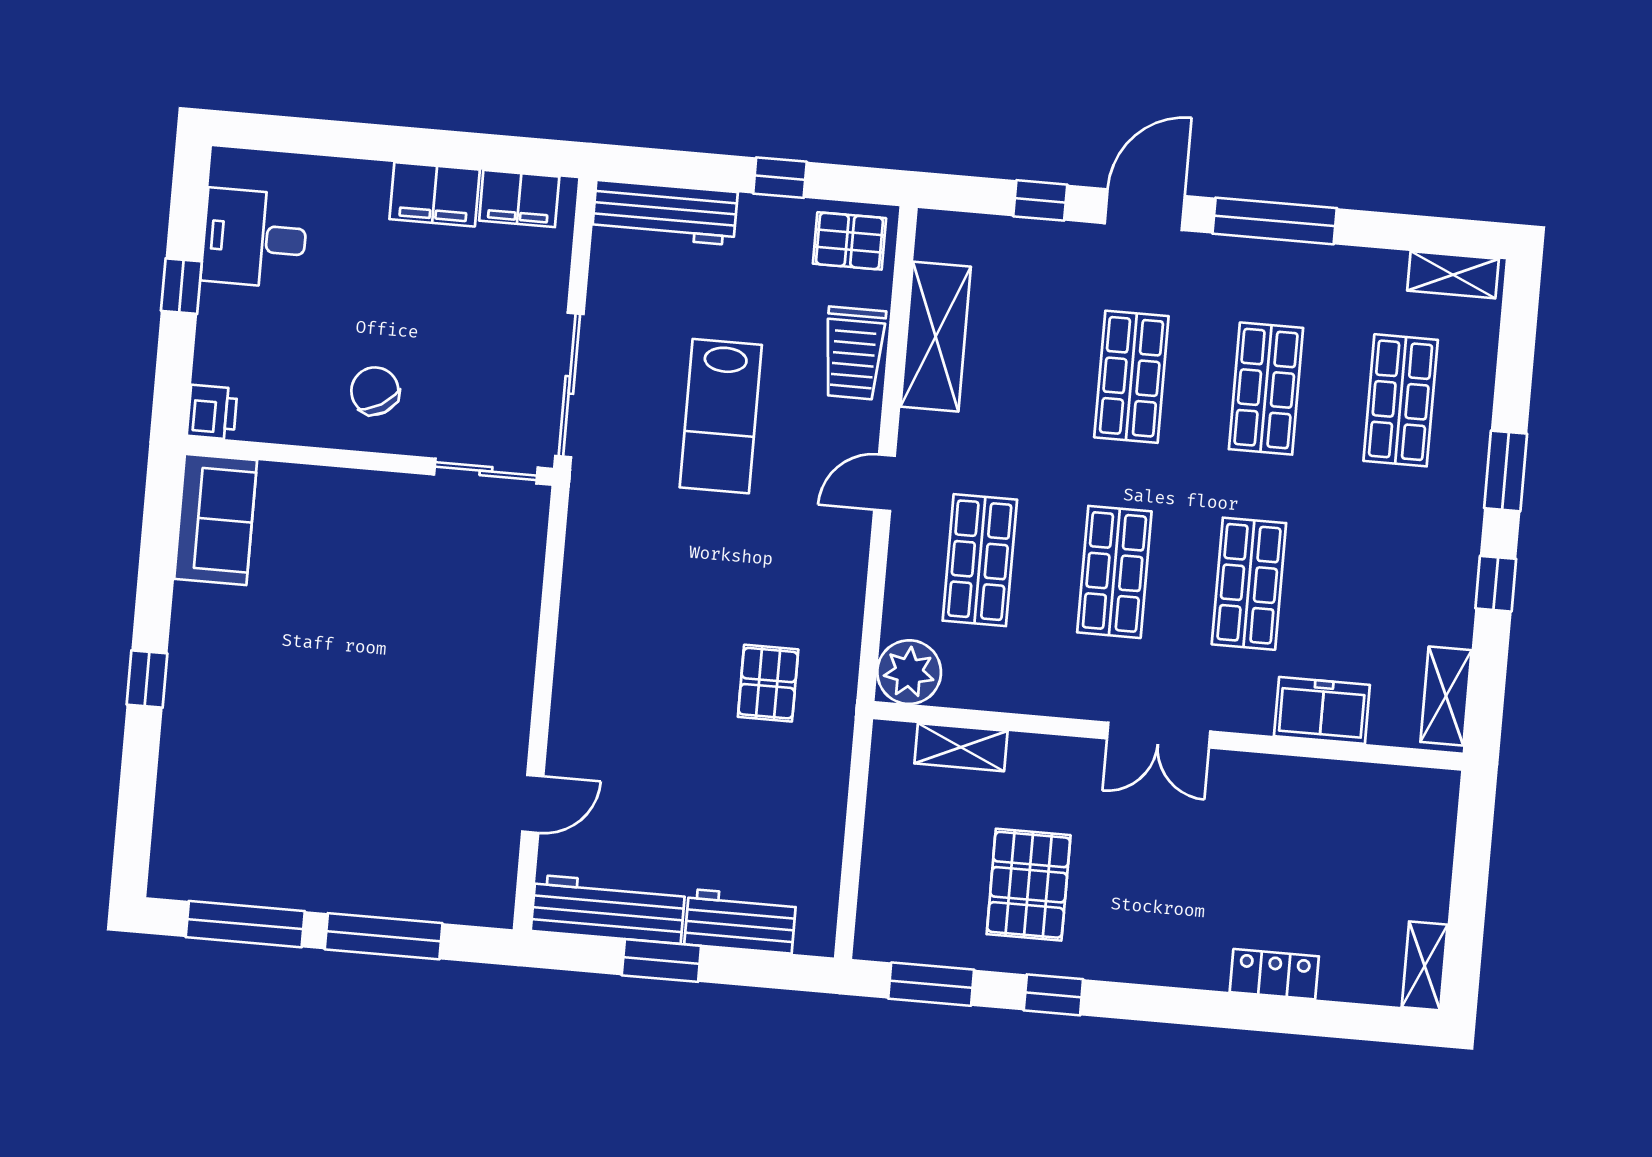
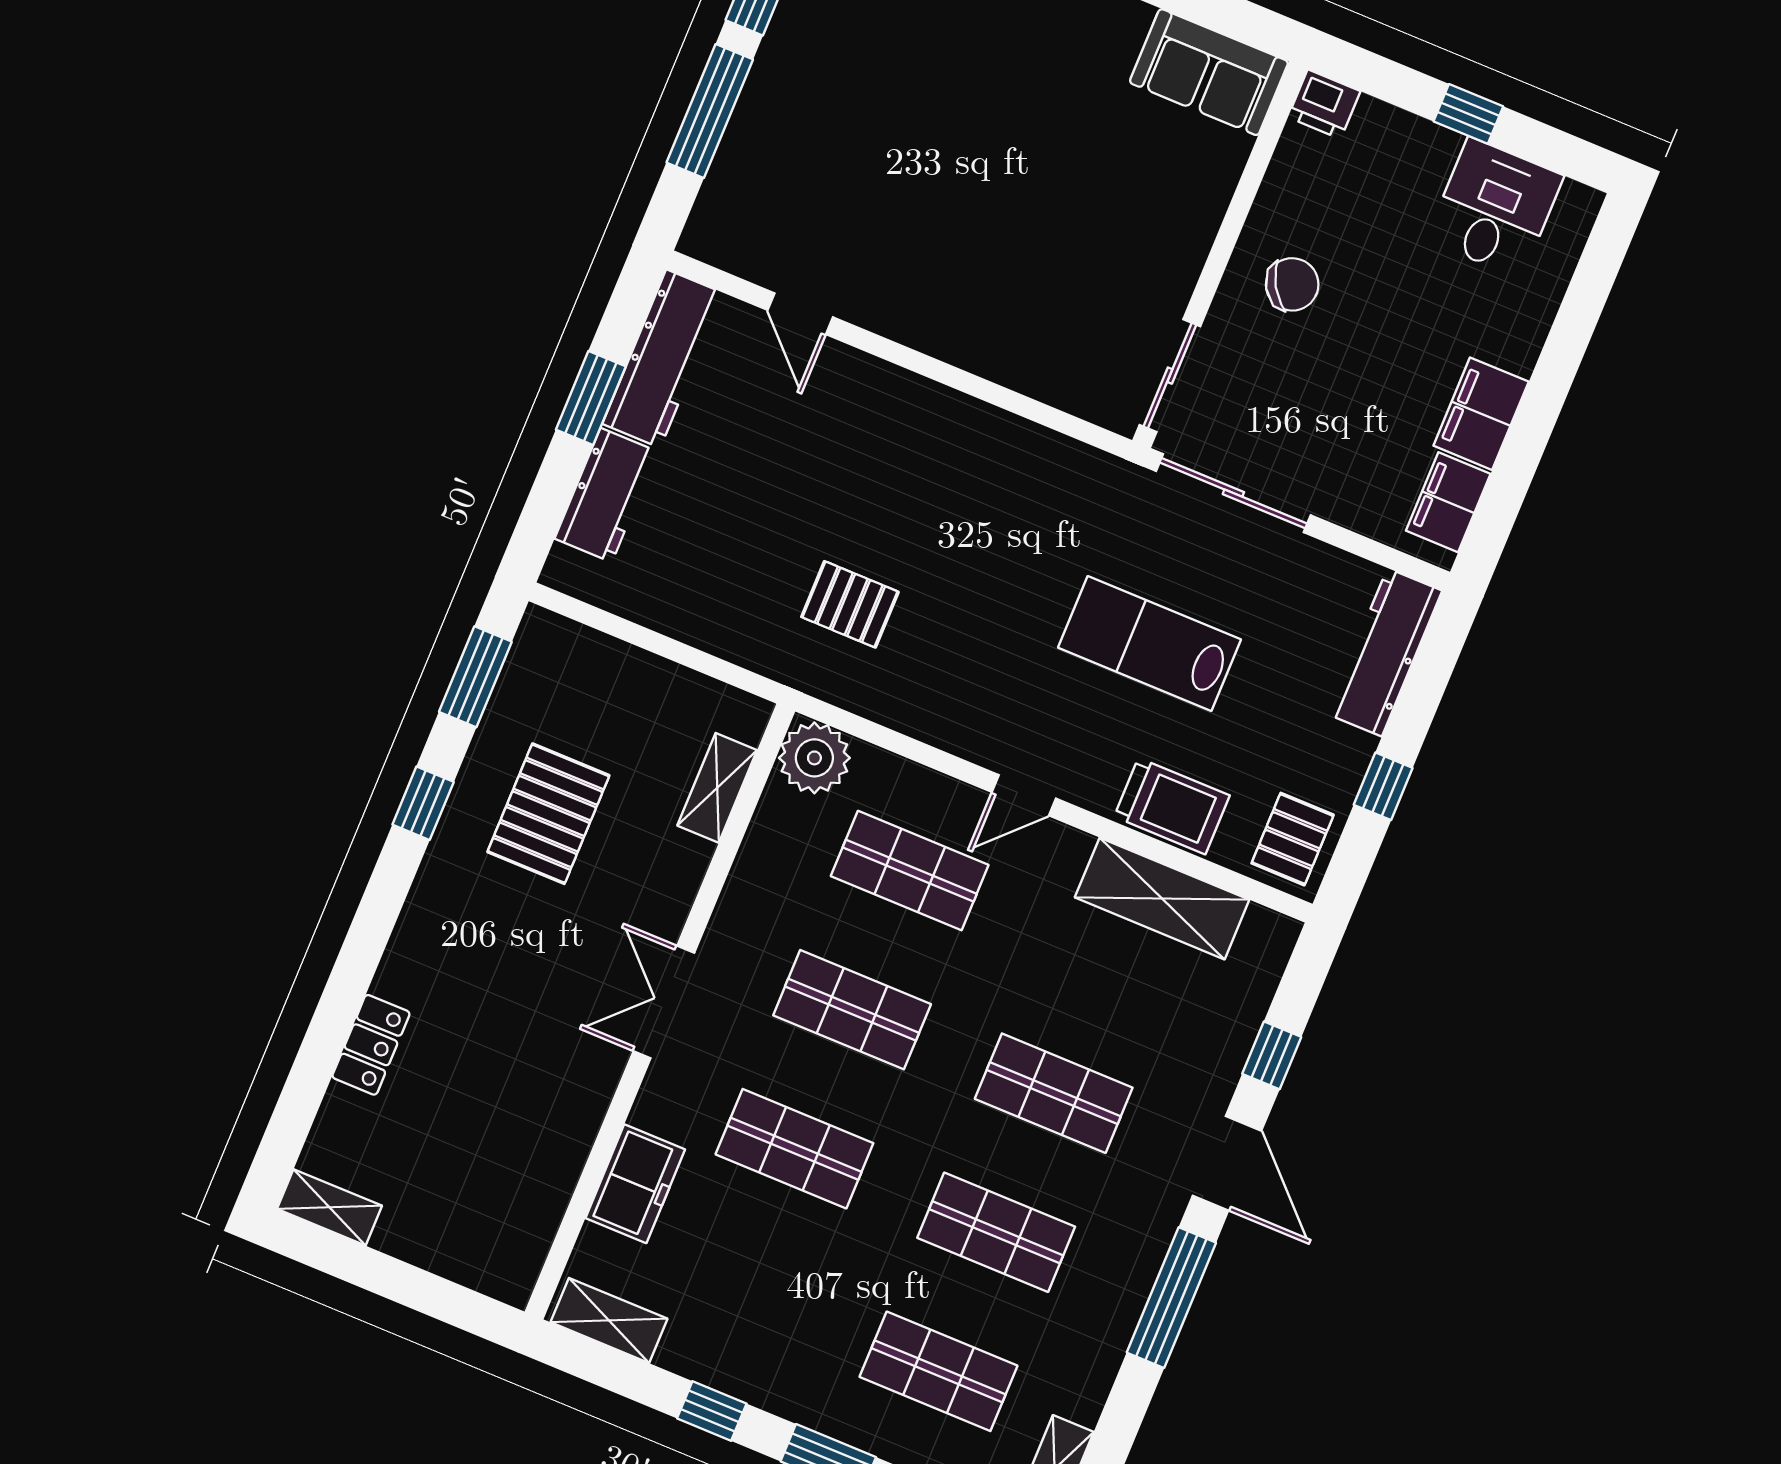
trolley: (854, 353) -> (1172, 806), turned 180
door: (885, 483) -> (1024, 795), swing flipped
pallet: (1029, 885) -> (548, 814), turned 90

